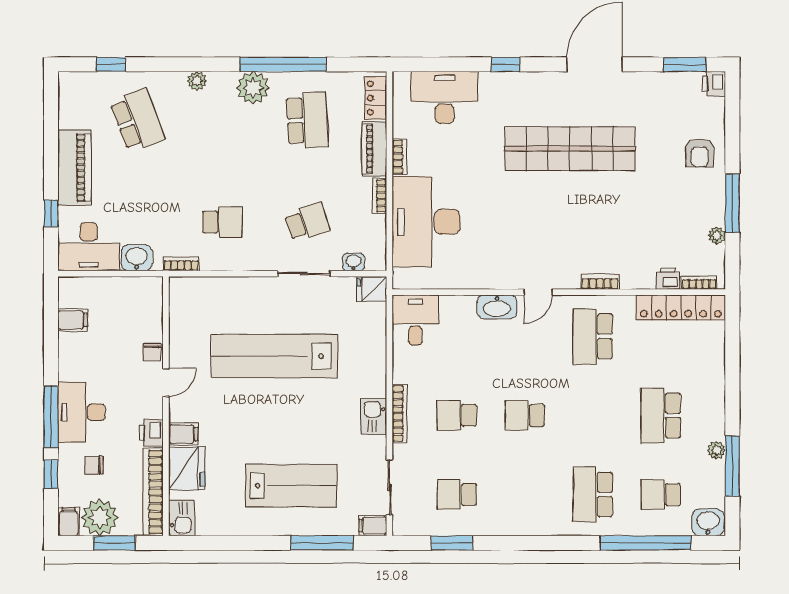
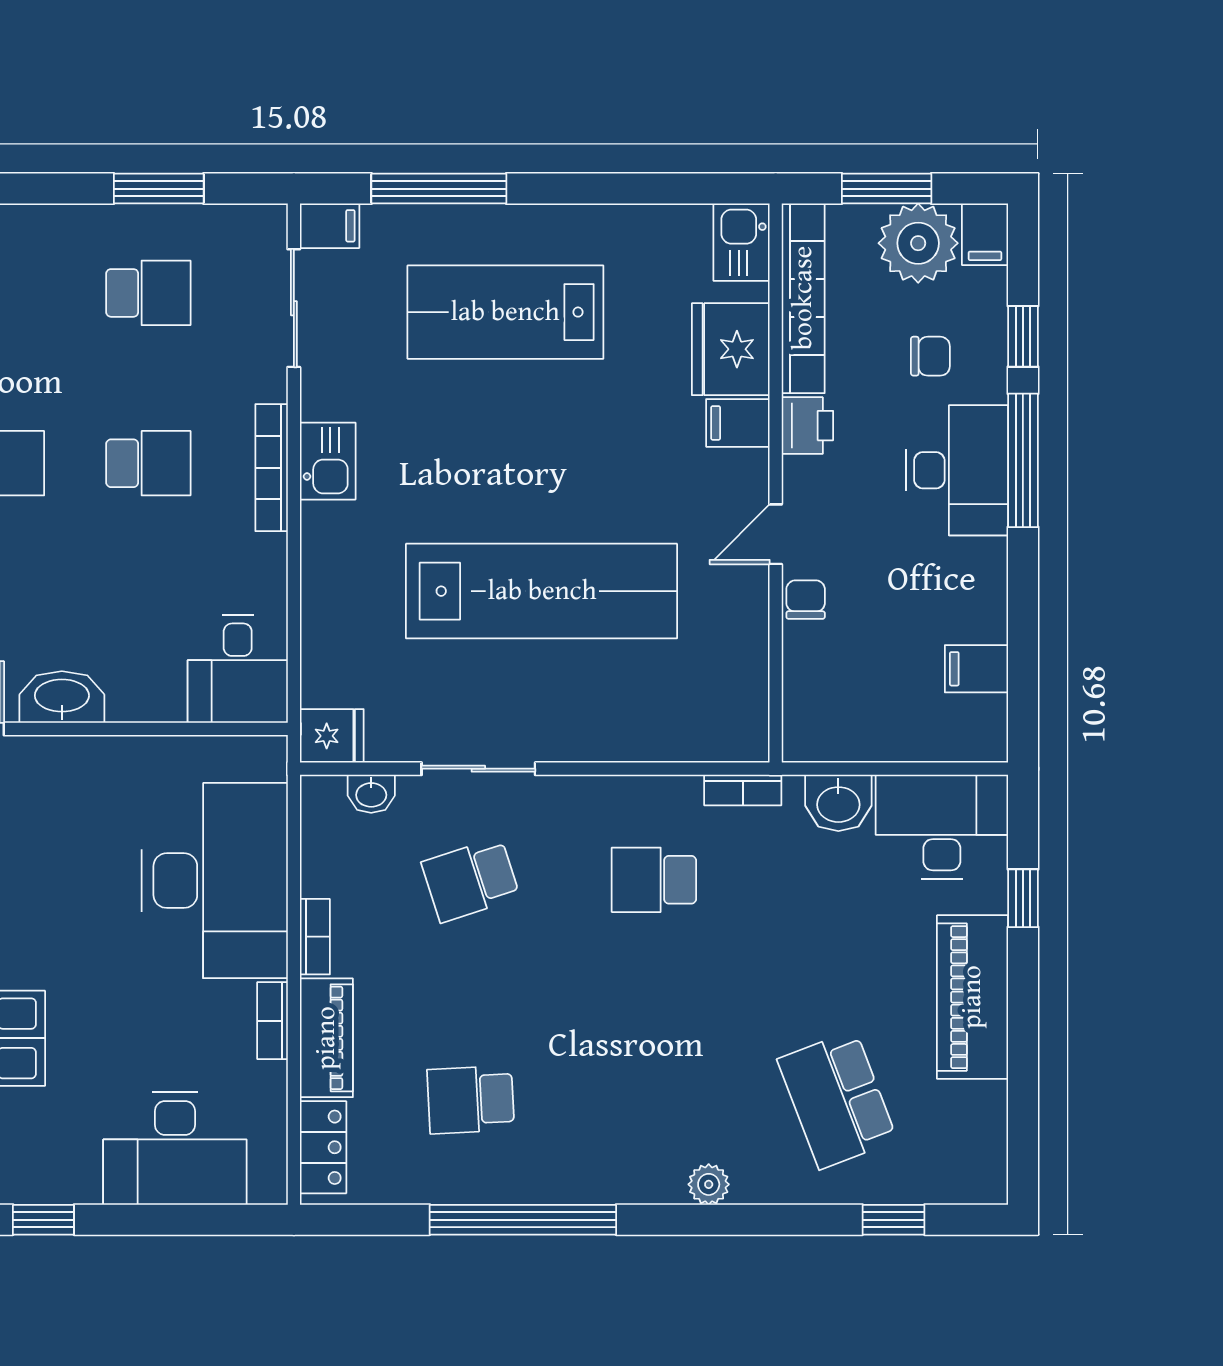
plant: (253, 88) -> (588, 1169), removed
school desk: (307, 120) -> (471, 1100), width x0.54

